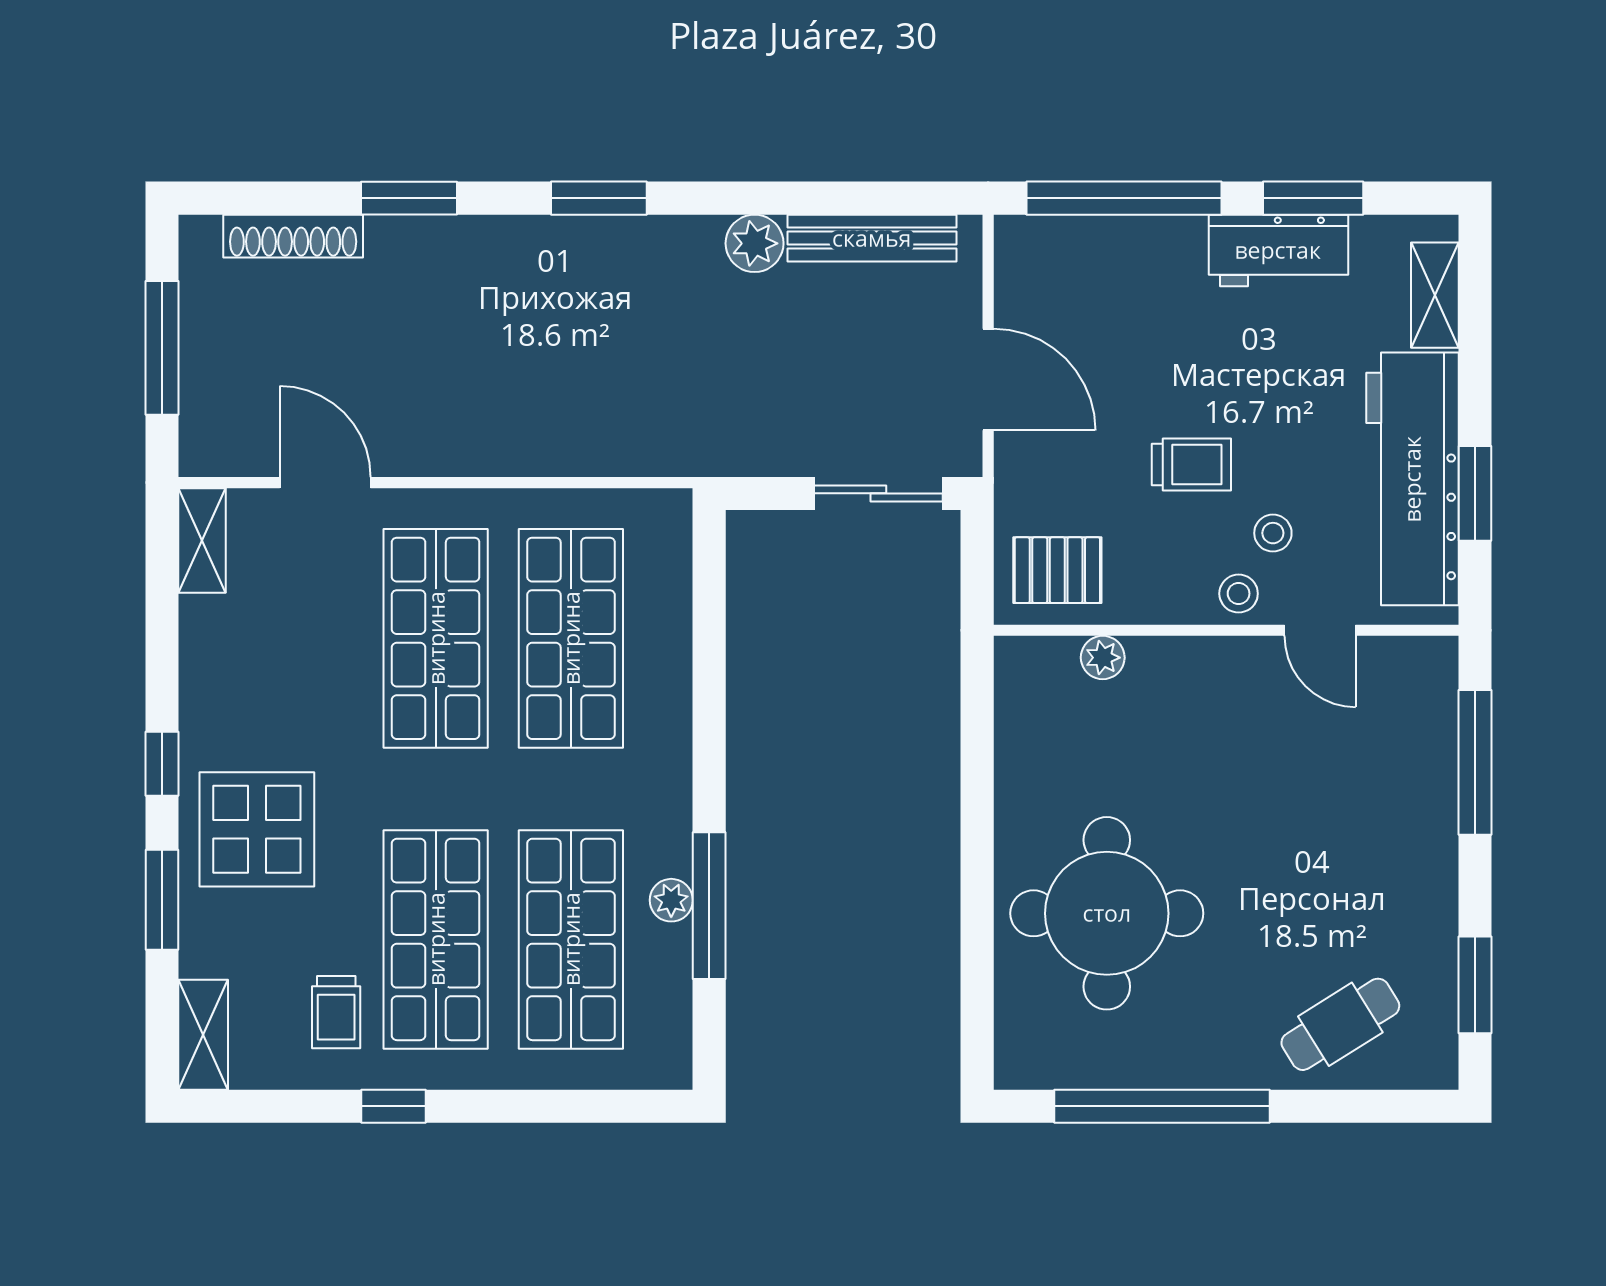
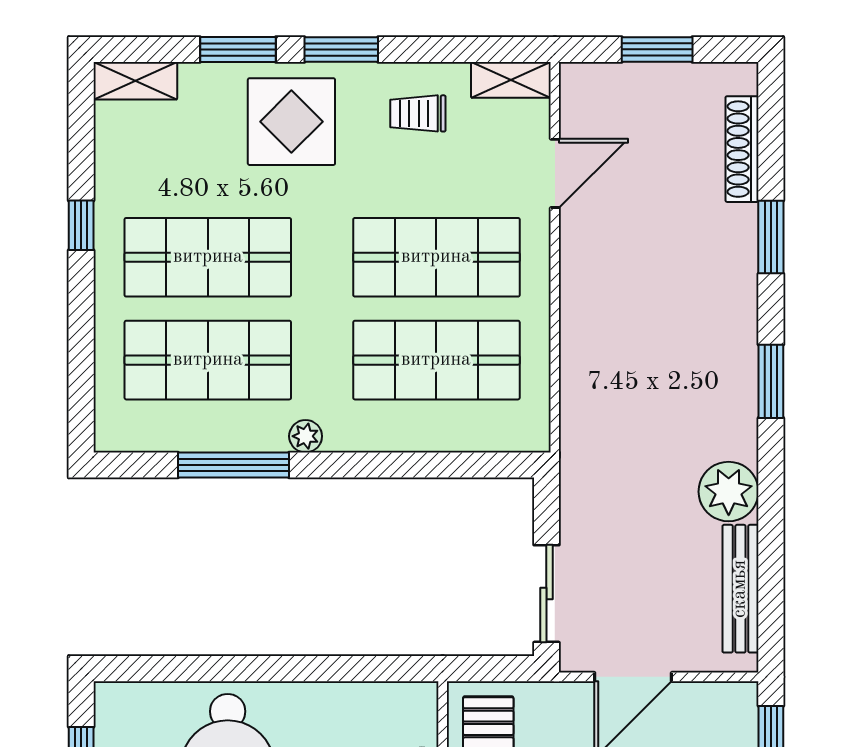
plant: (755, 243) -> (729, 492), width x1.36, depth x1.36
window: (162, 348) -> (657, 49), width x0.69
window: (162, 764) -> (341, 49), width x1.50
plant: (671, 900) -> (306, 436), moved
trolley: (336, 1012) -> (418, 113), moved

